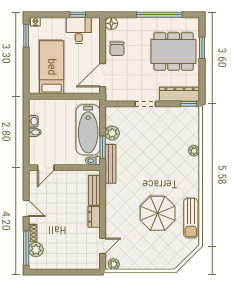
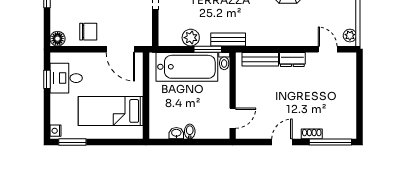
bench: (111, 164) -> (228, 39), width x0.73
door: (46, 168) -> (233, 118), hinge flipped
plant: (36, 250) -> (332, 130), removed

